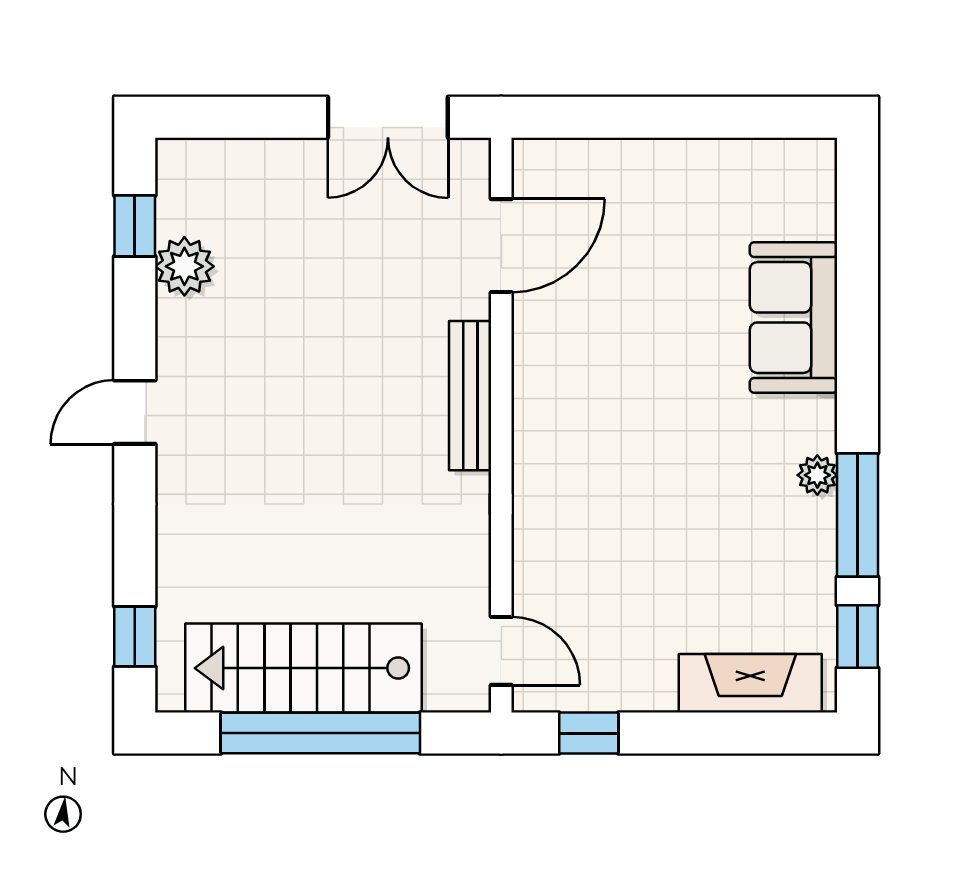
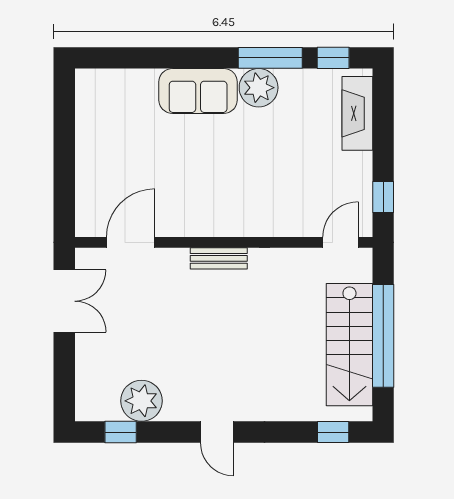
door: (501, 246) -> (131, 242), hinge flipped
plant: (184, 266) -> (141, 401), width x1.36, depth x1.36
sofa: (794, 318) -> (198, 91), moved
bench: (470, 396) -> (219, 258), width x0.73
plant: (817, 475) -> (259, 88), width x1.87, depth x1.87

